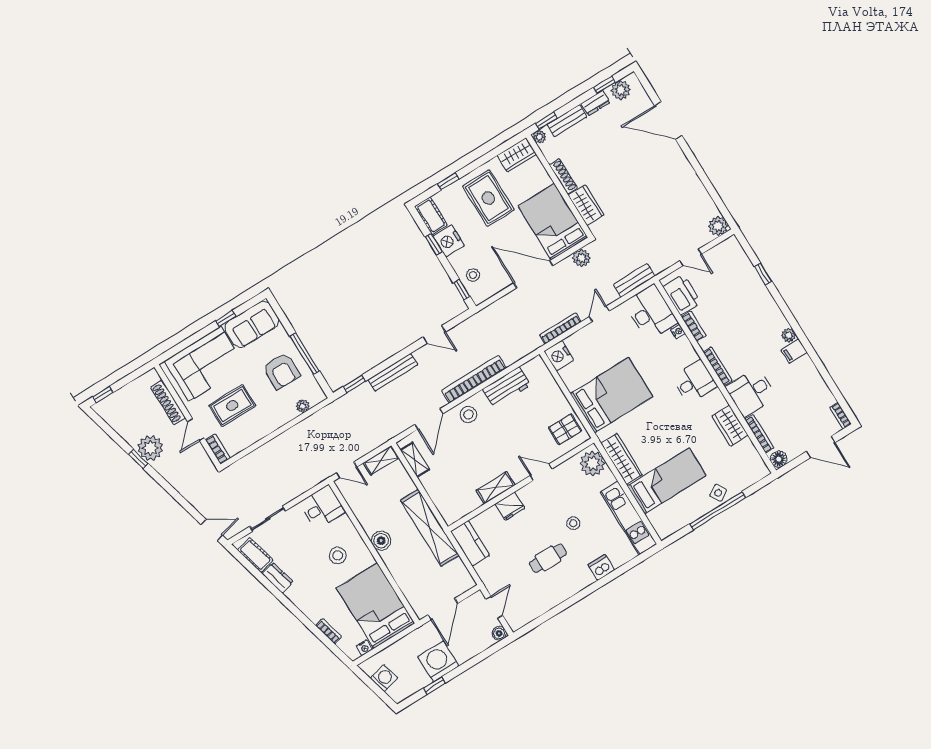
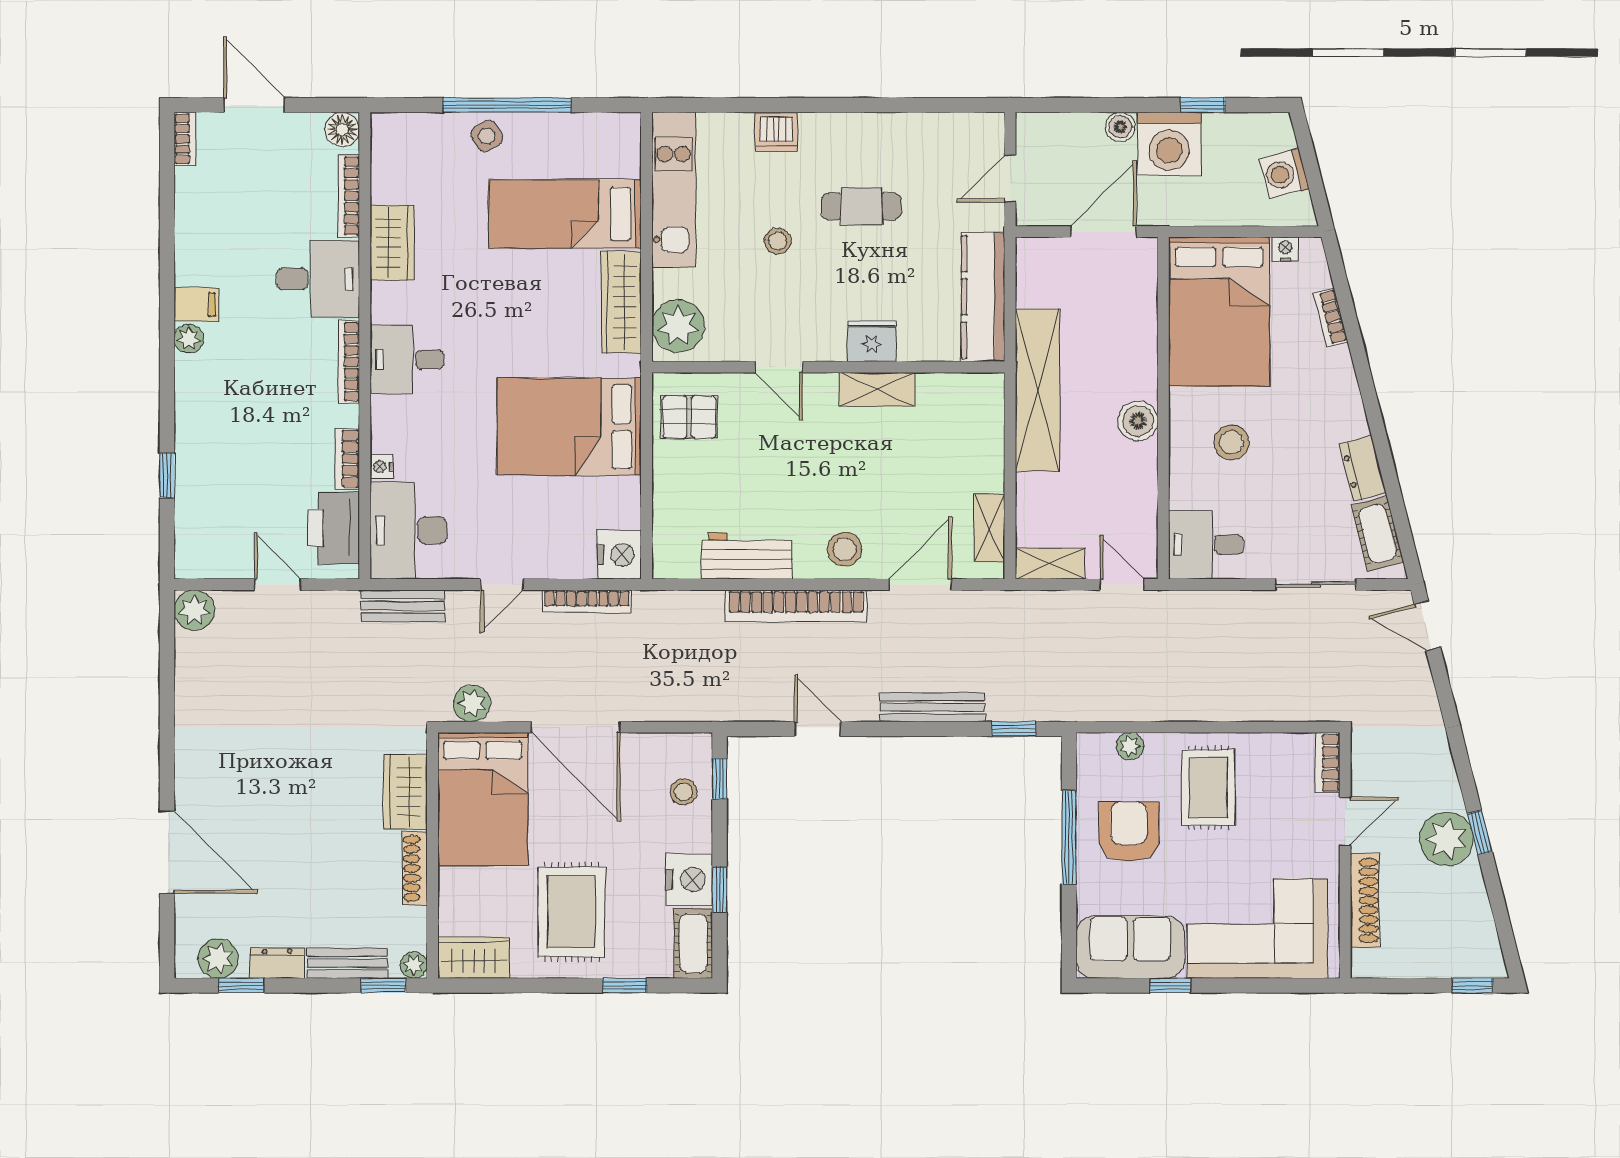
rug: (232, 406) -> (1208, 788), moved, turned 90
kitchen counter: (470, 543) -> (983, 297), width x1.50
boiler: (499, 633) -> (1120, 127), moved

